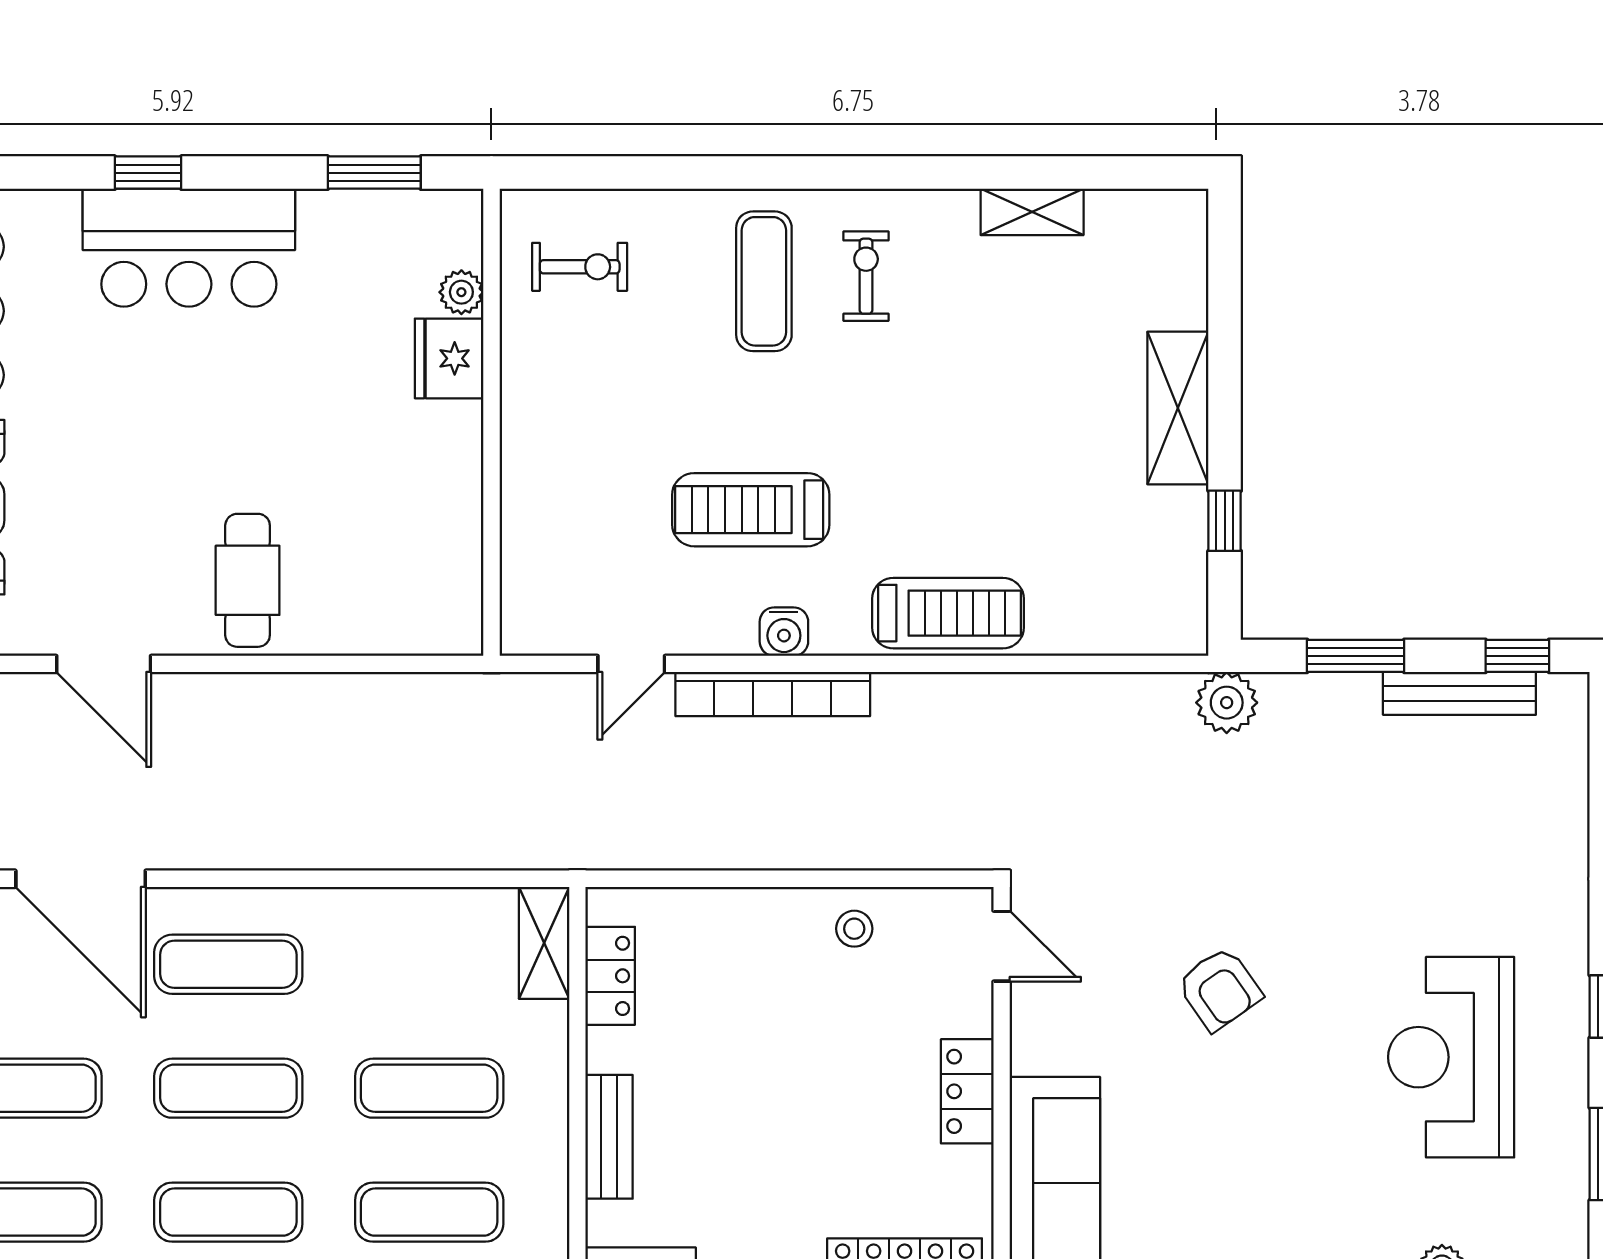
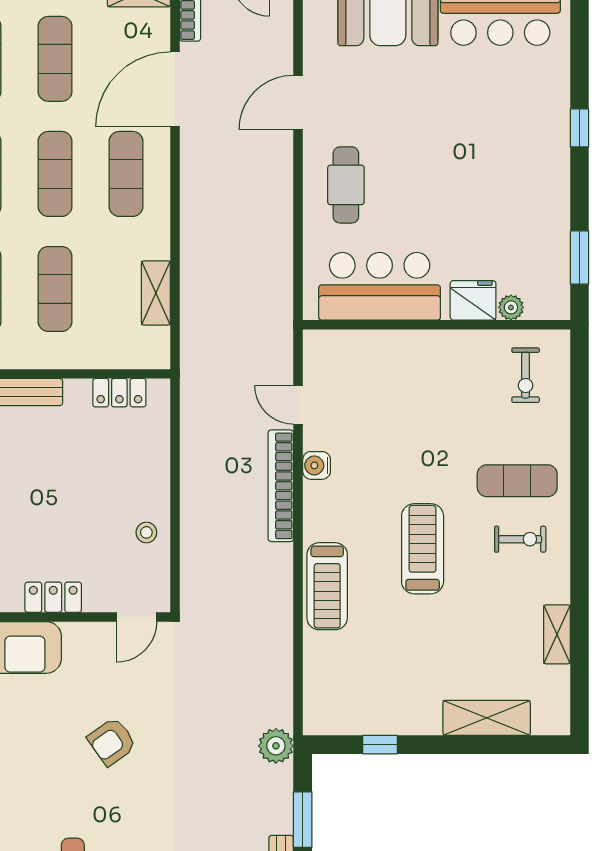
bar counter: (189, 248) -> (380, 286), moved, turned 90
shelving: (1178, 408) -> (487, 718), moved
treadmill: (751, 510) -> (423, 549), moved
cafe table: (248, 580) -> (346, 185), turned 90
water cooler: (784, 632) -> (317, 465), moved
shelving: (544, 943) -> (156, 293), moved, turned 90

